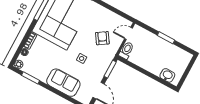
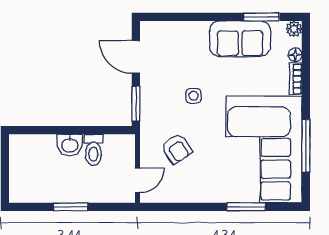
toilet: (126, 50) -> (93, 150), moved
washbasin: (167, 75) -> (70, 145), moved
sofa: (63, 83) -> (240, 39), moved

